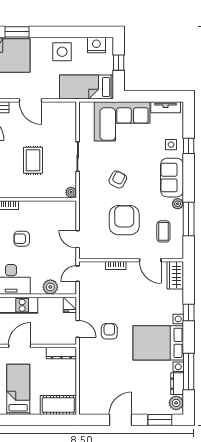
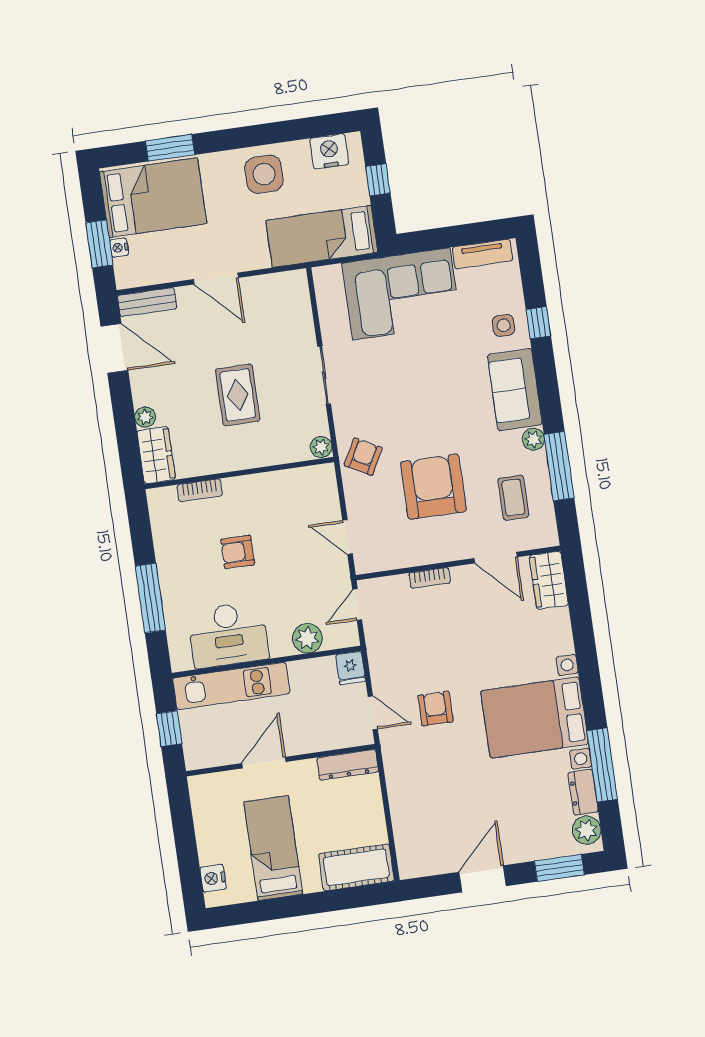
armchair: (118, 179) -> (363, 457), moved
window: (189, 312) -> (585, 649), removed

